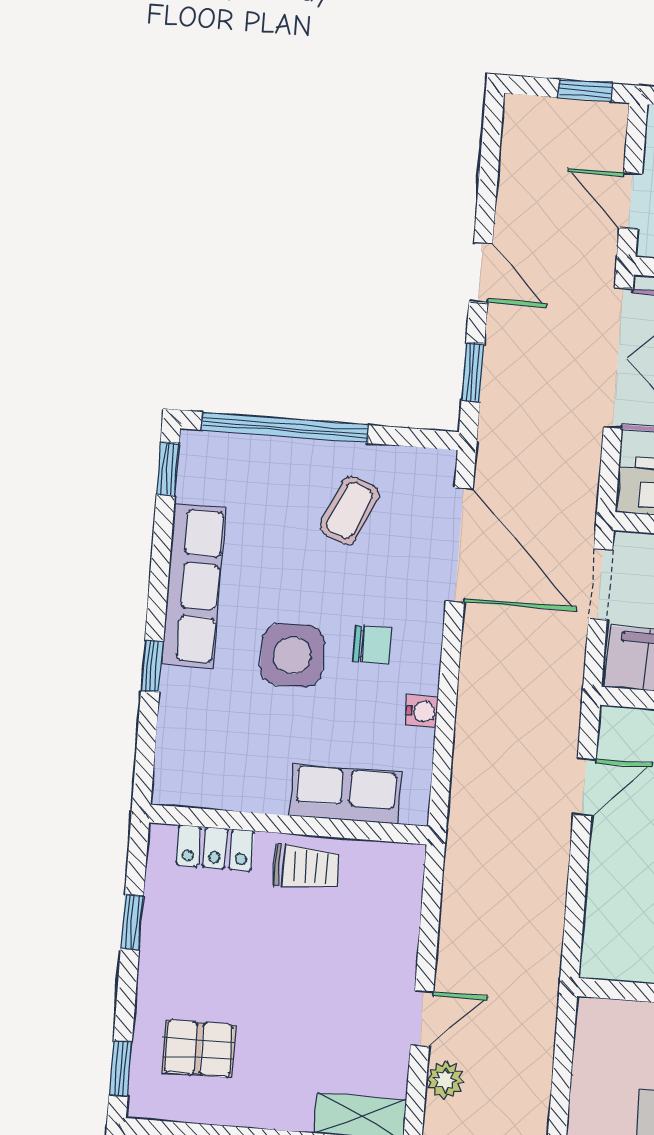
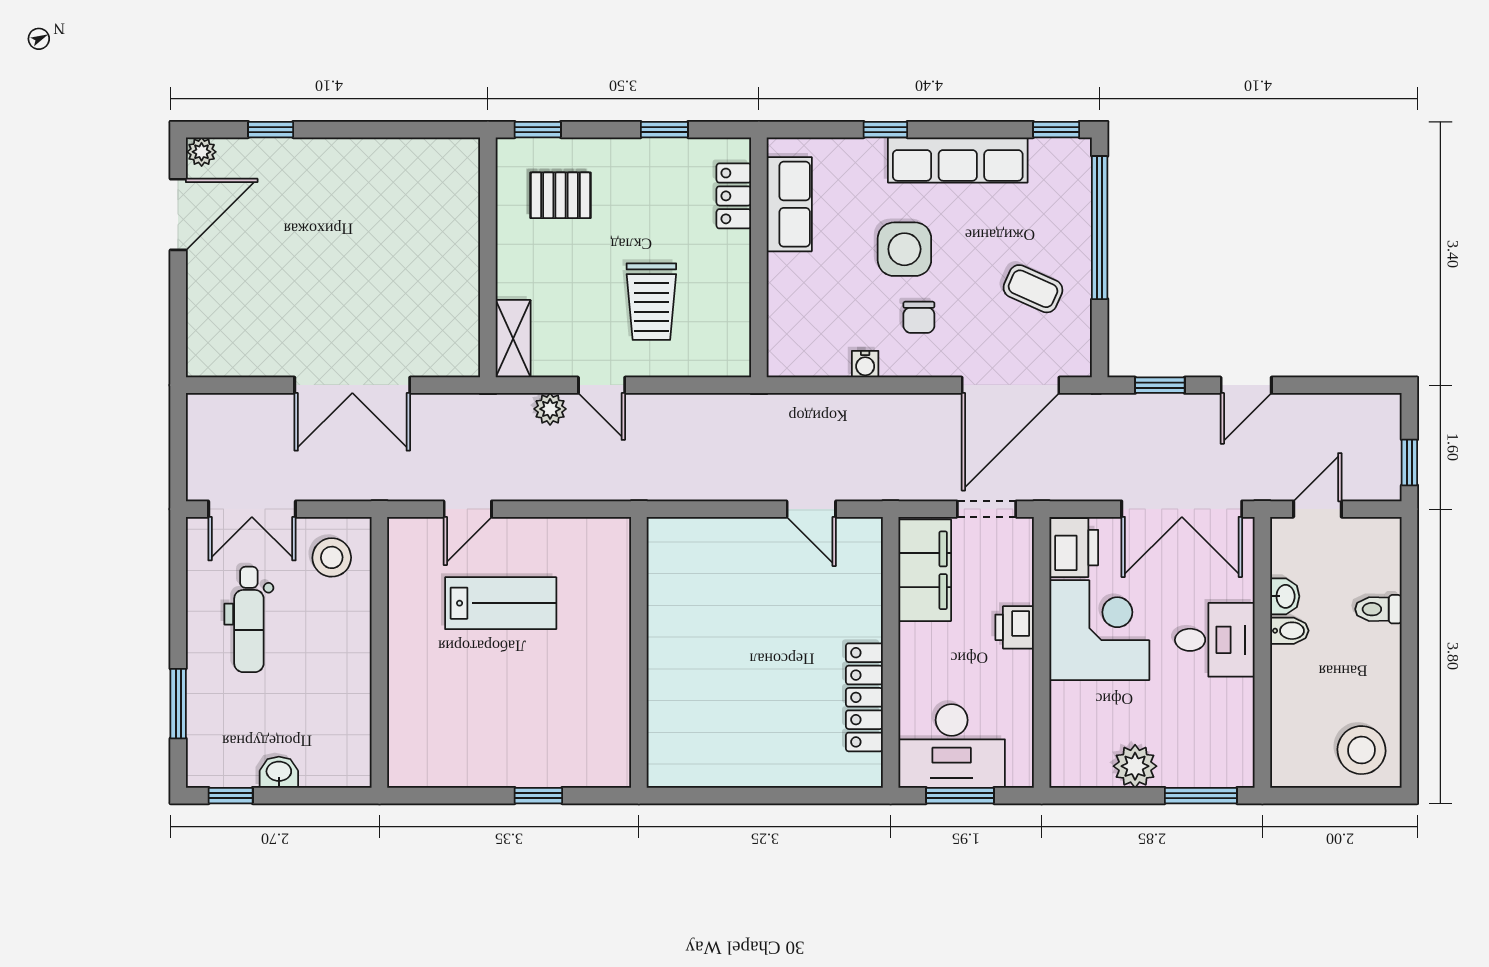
row of seats: (346, 794) -> (789, 204), moved
trolley: (306, 867) -> (651, 302), moved, width x1.36, depth x1.39
pallet: (199, 1048) -> (561, 195), turned 90

